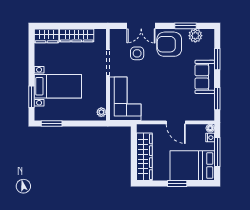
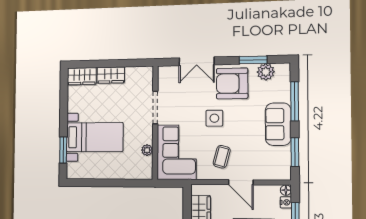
wardrobe: (77, 35) -> (111, 75), width x0.67
side table: (137, 53) -> (214, 118), moved
window: (217, 59) -> (295, 101), width x1.44
coffee table: (161, 102) -> (222, 157), added
plant: (101, 112) -> (147, 150), moved
window: (52, 123) -> (87, 183), removed

